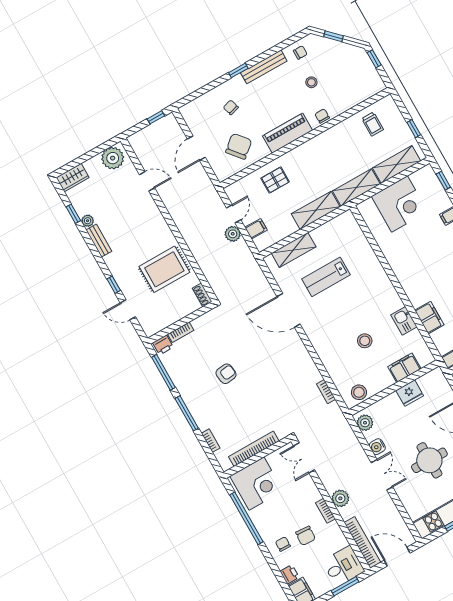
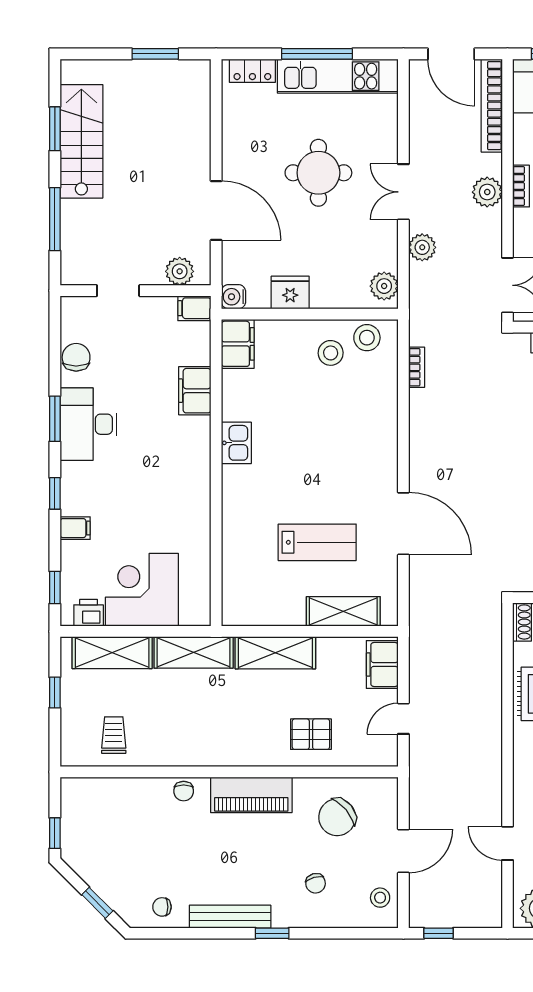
stool: (311, 82) -> (380, 898), moved
printer: (419, 178) -> (89, 613), added
filing cabinet: (256, 229) -> (382, 665), width x2.00
plant: (233, 234) -> (422, 247), moved
kitchen sink: (404, 321) -> (236, 443), moved
stool: (365, 341) -> (331, 353), moved
filing cabinet: (404, 368) -> (238, 344), moved, turned -90
water cooler: (377, 447) -> (233, 297), moved, turned 180

